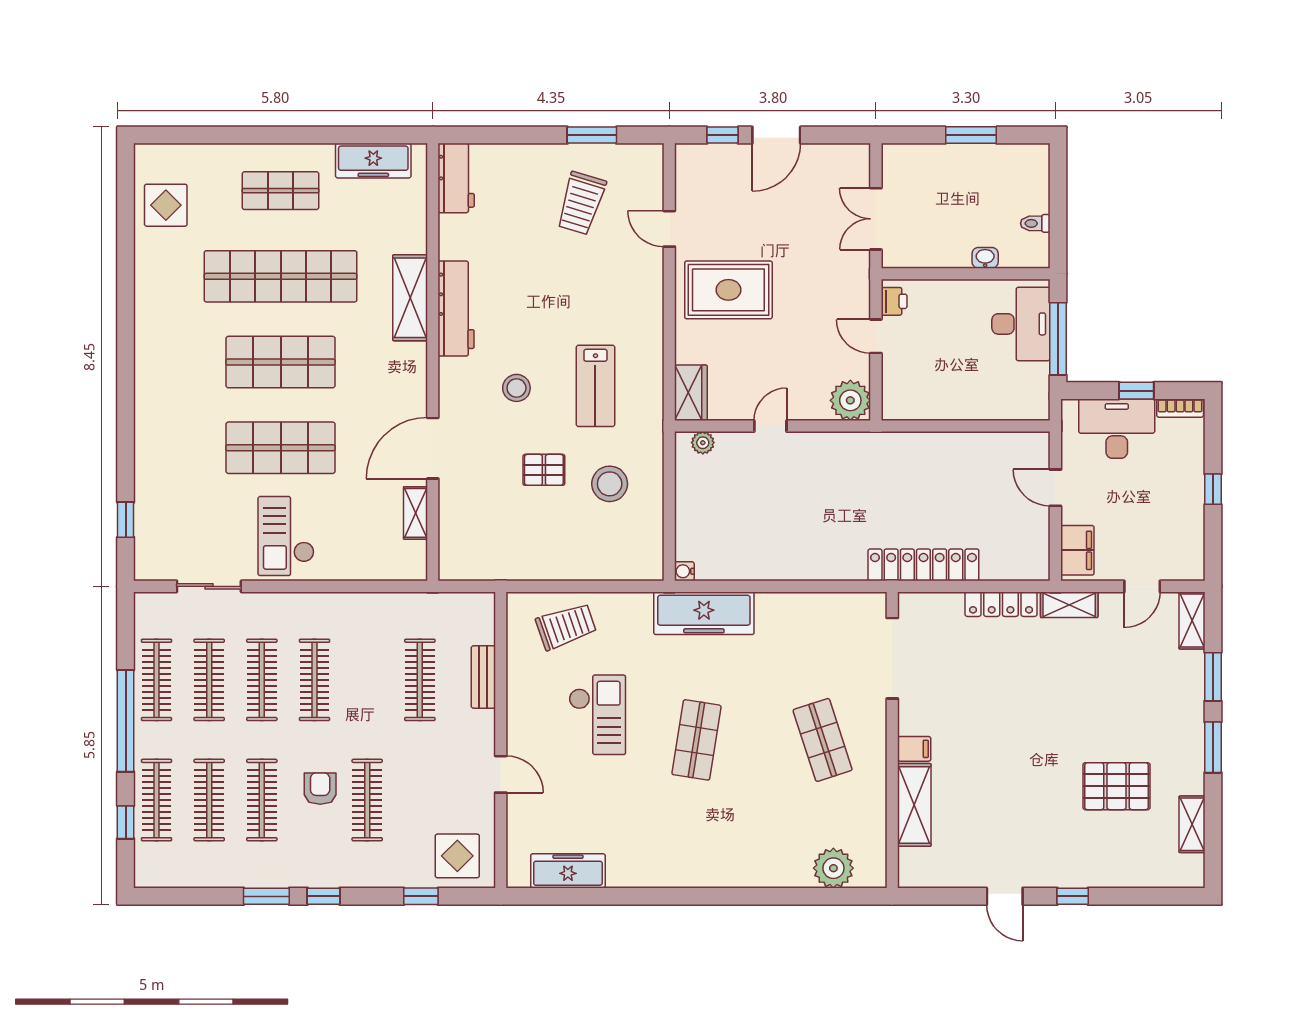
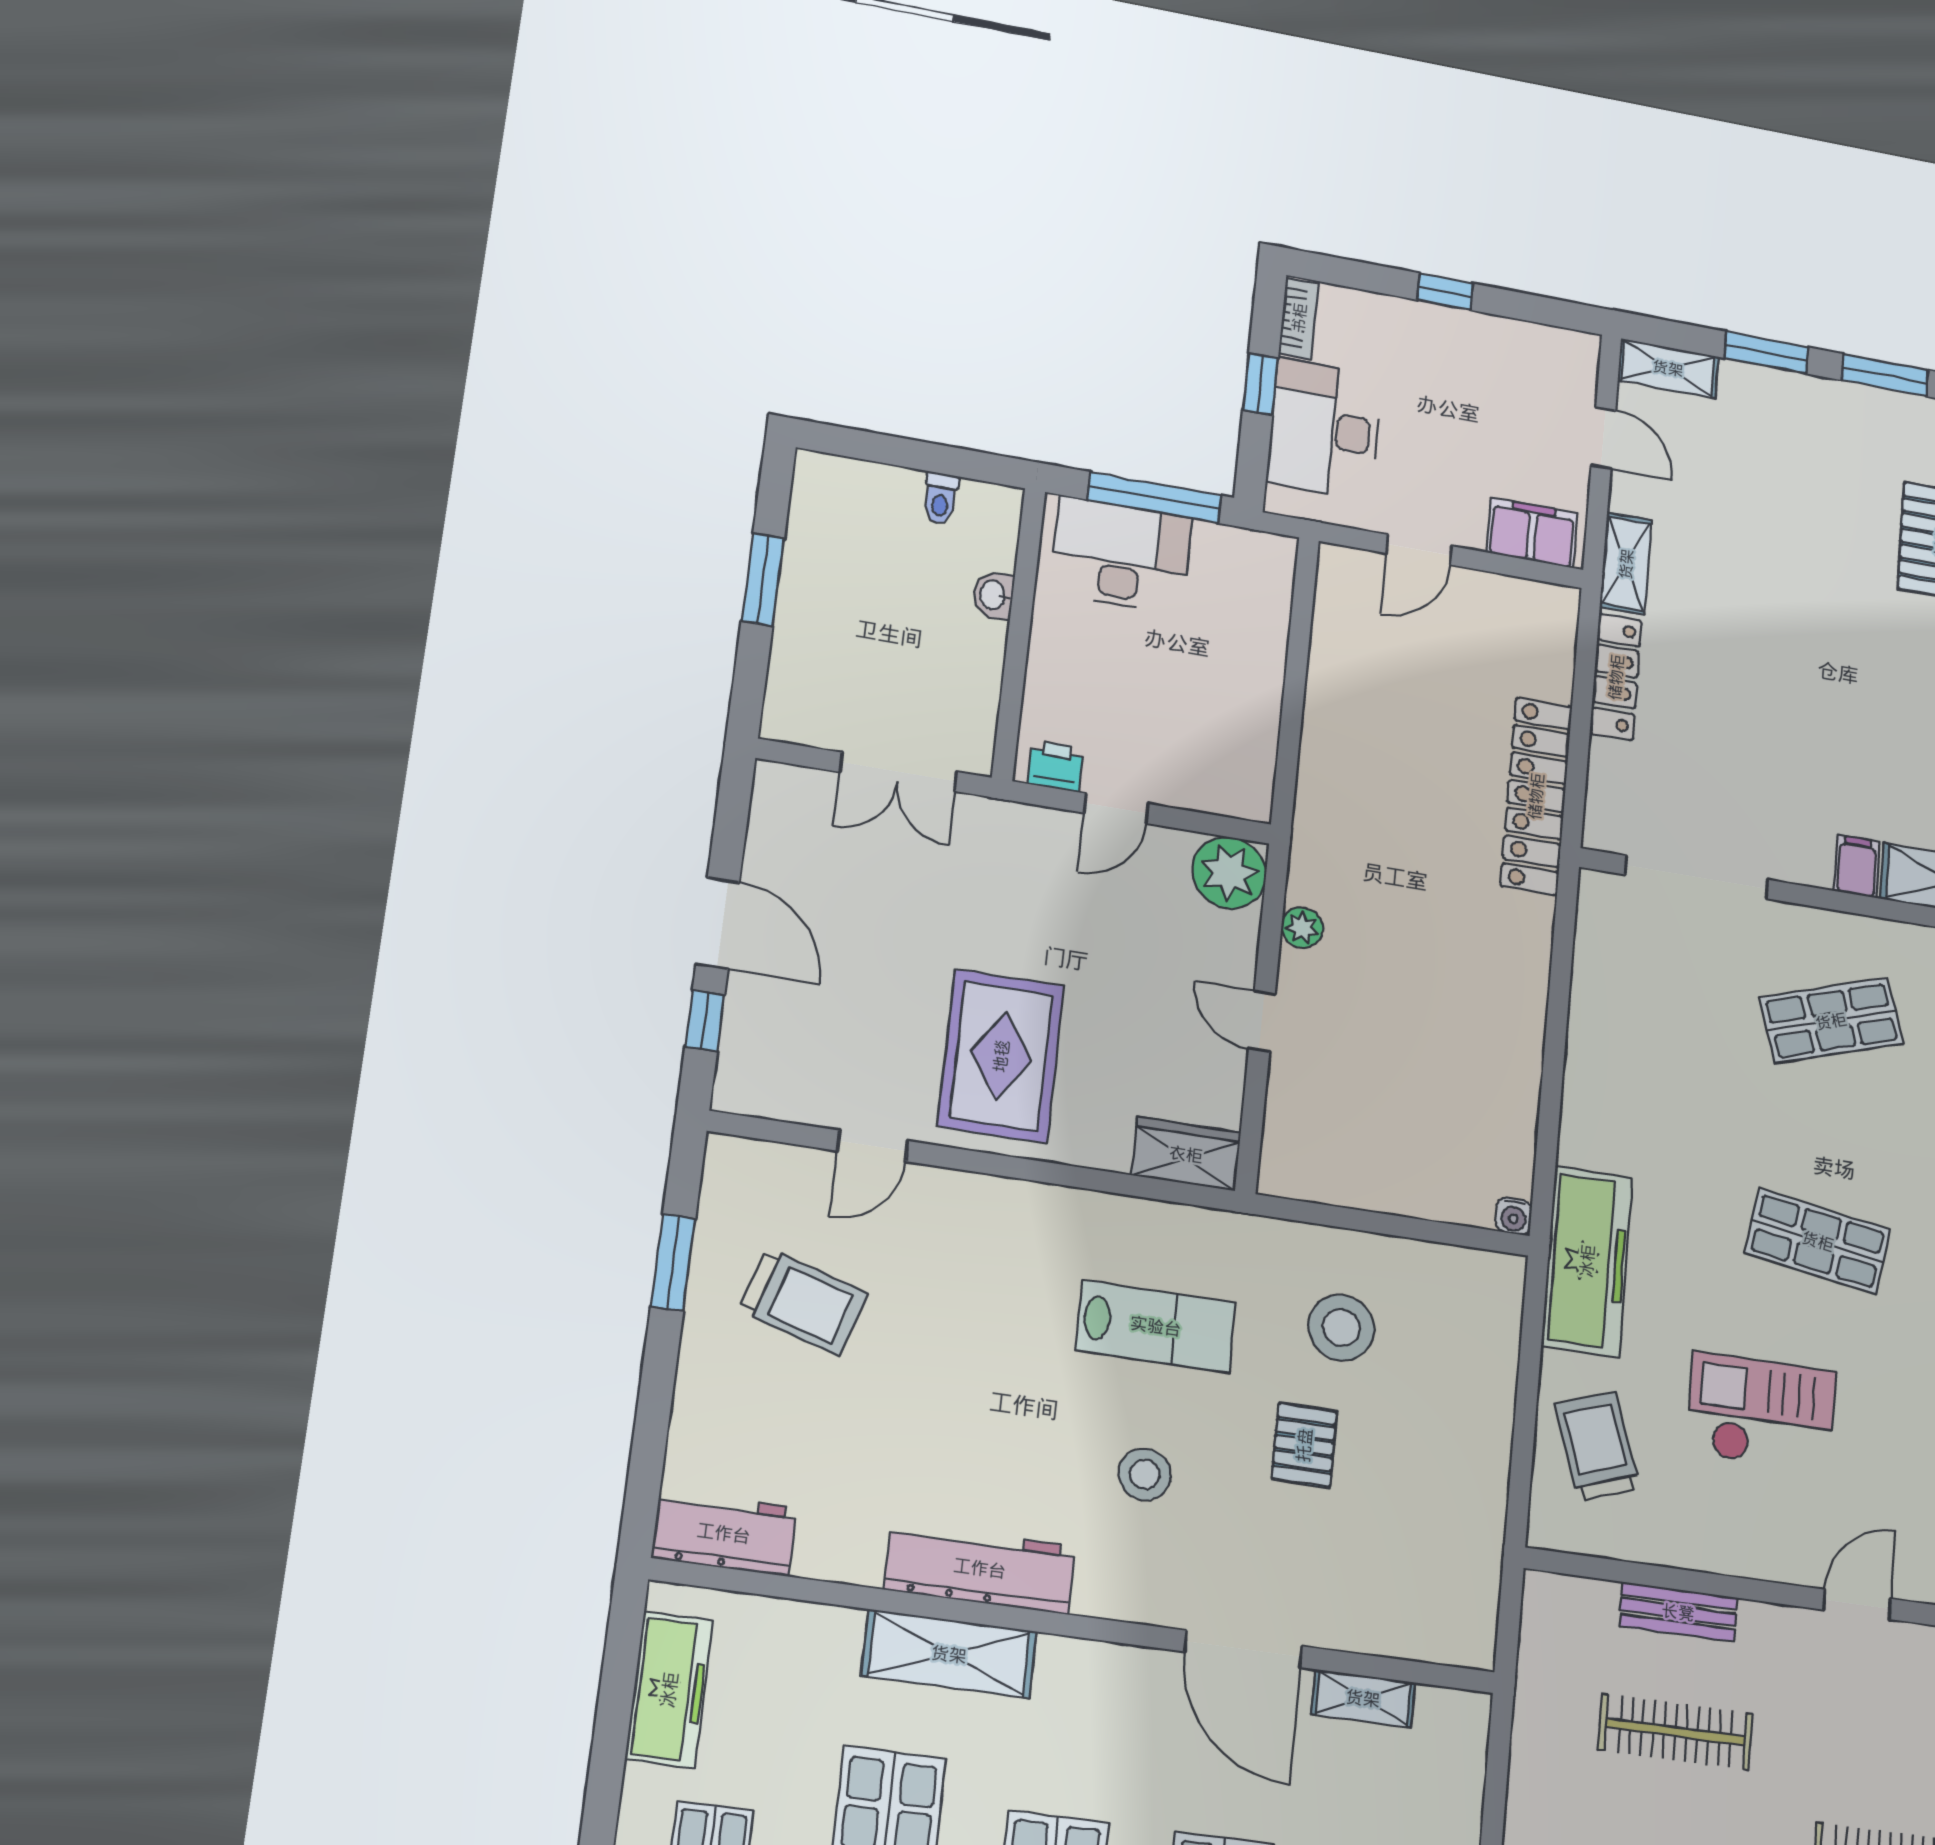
plant: (703, 443) -> (1302, 928), moved
freezer: (704, 613) -> (1587, 1261), moved

